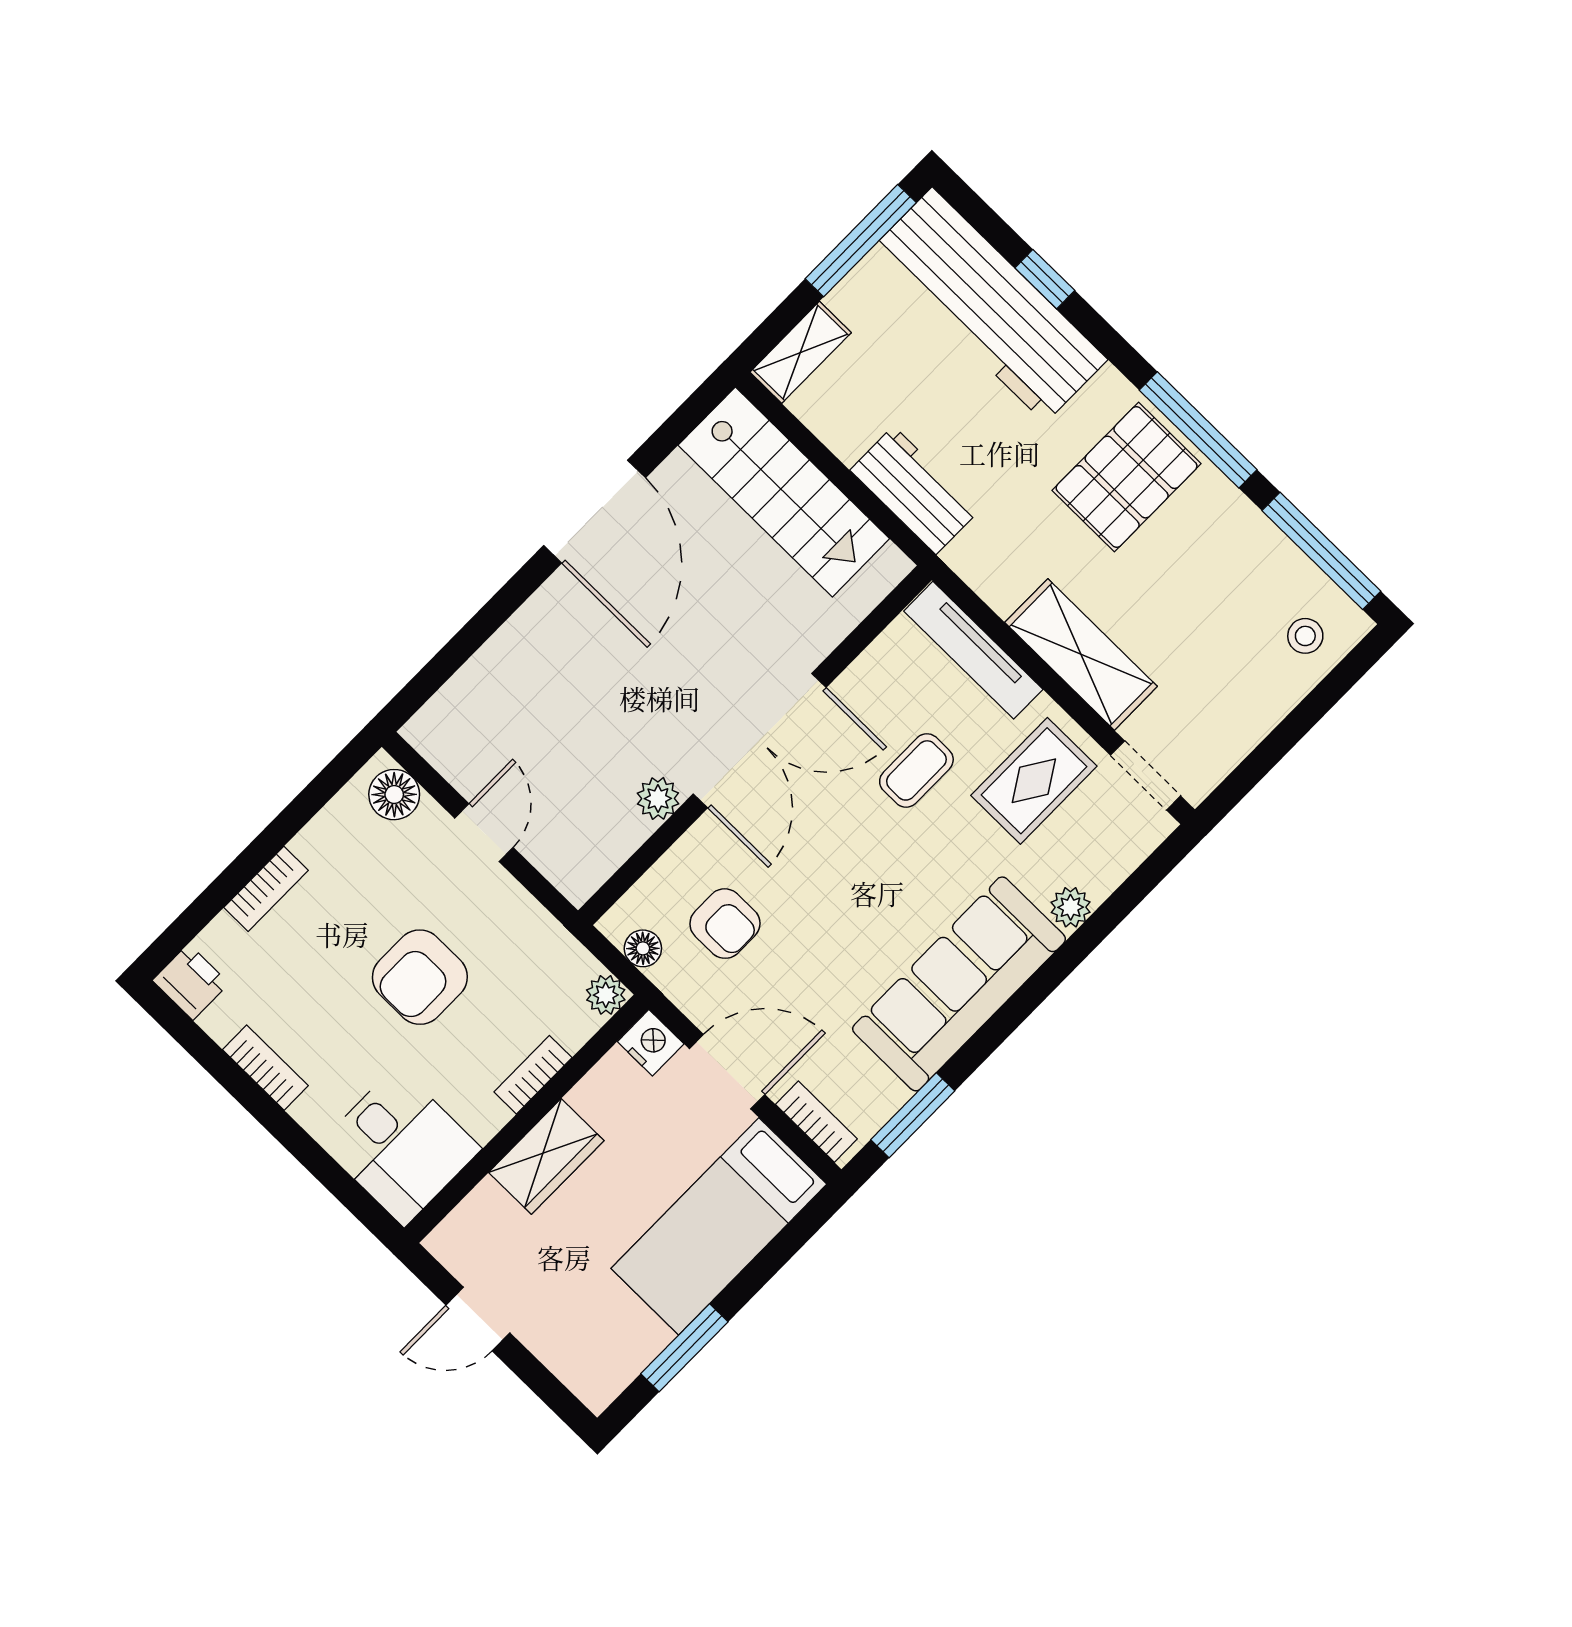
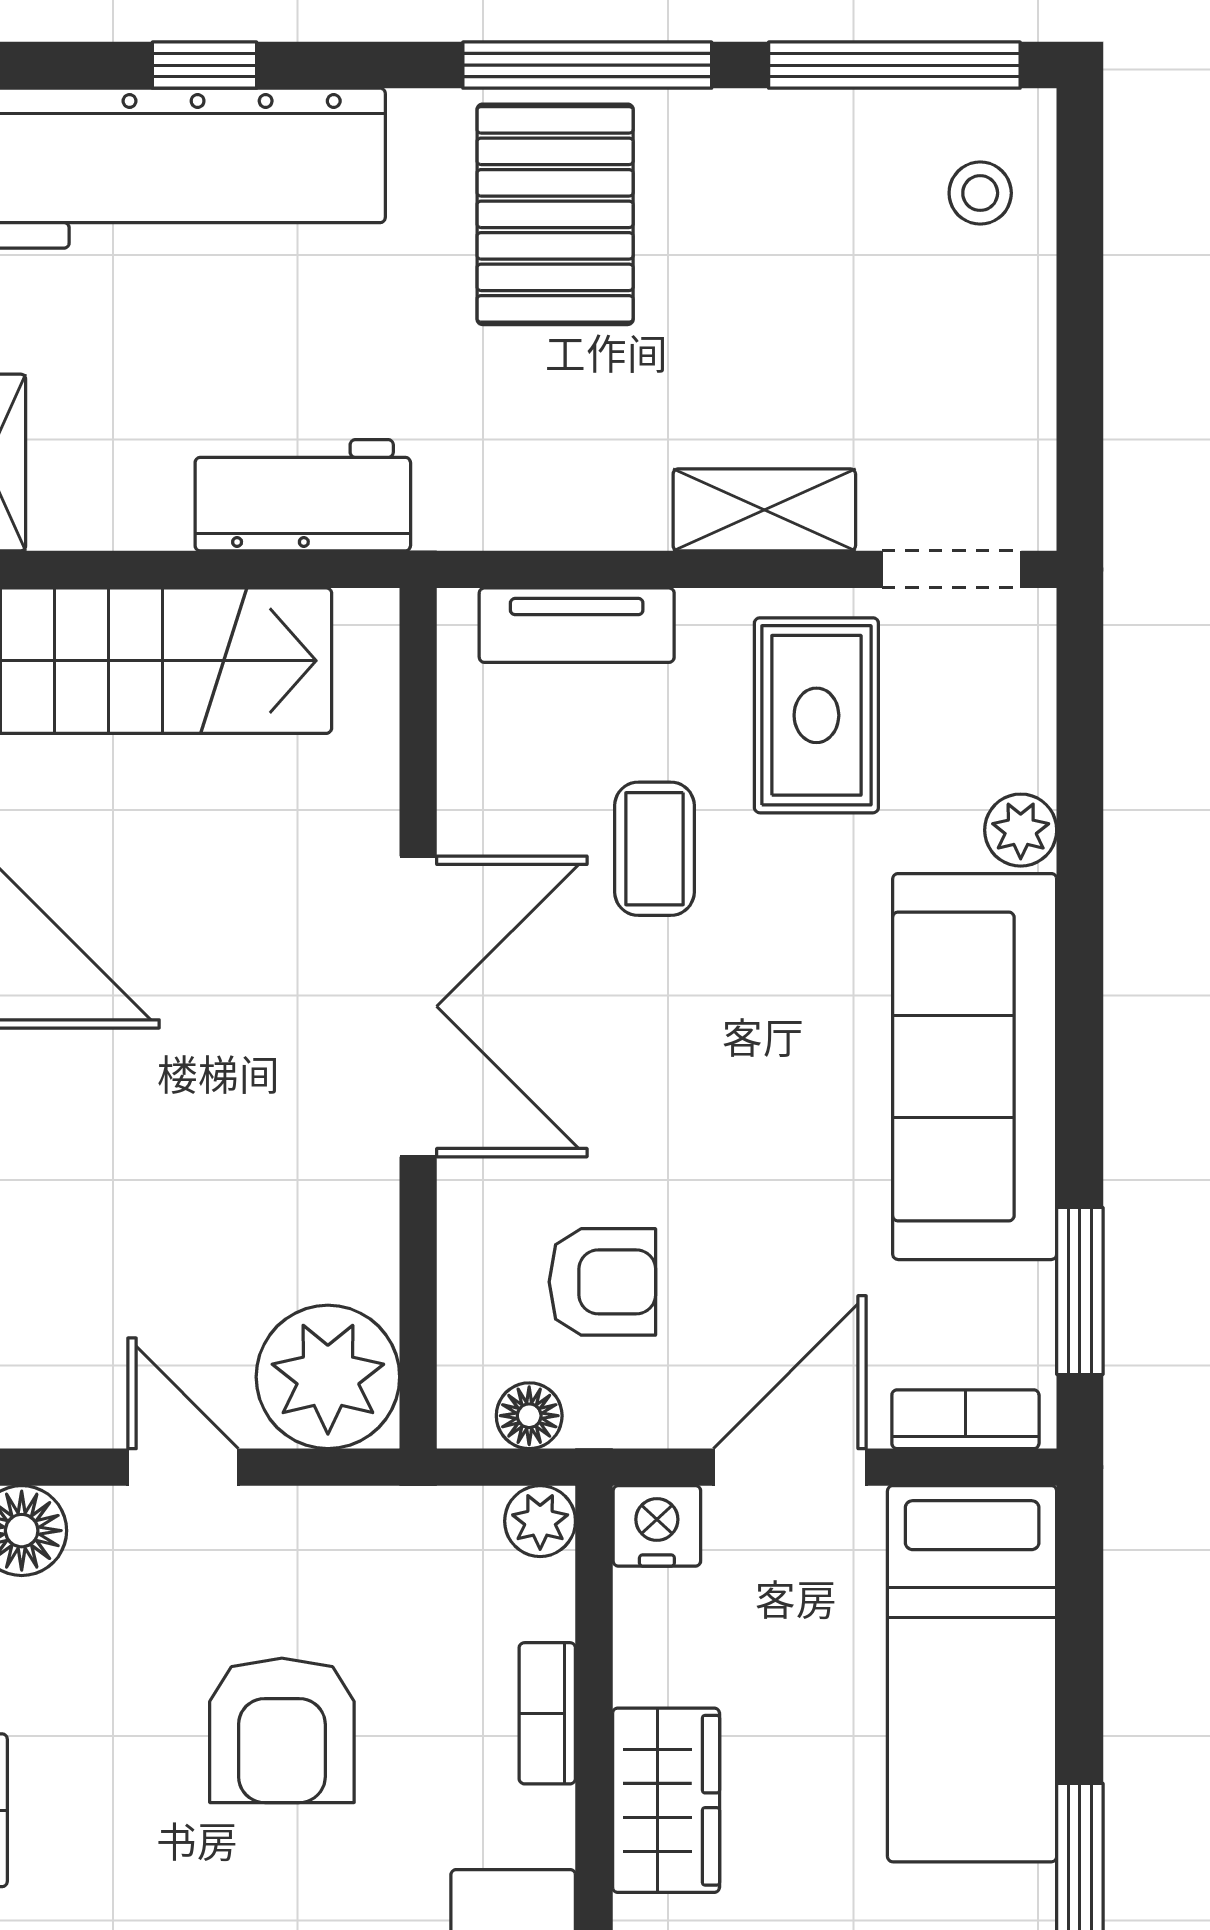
tv unit: (973, 650) -> (577, 625), width x0.71
shelving: (1081, 654) -> (764, 510), width x0.67, depth x0.75
plant: (658, 798) -> (328, 1377), moved, width x1.87, depth x1.87

